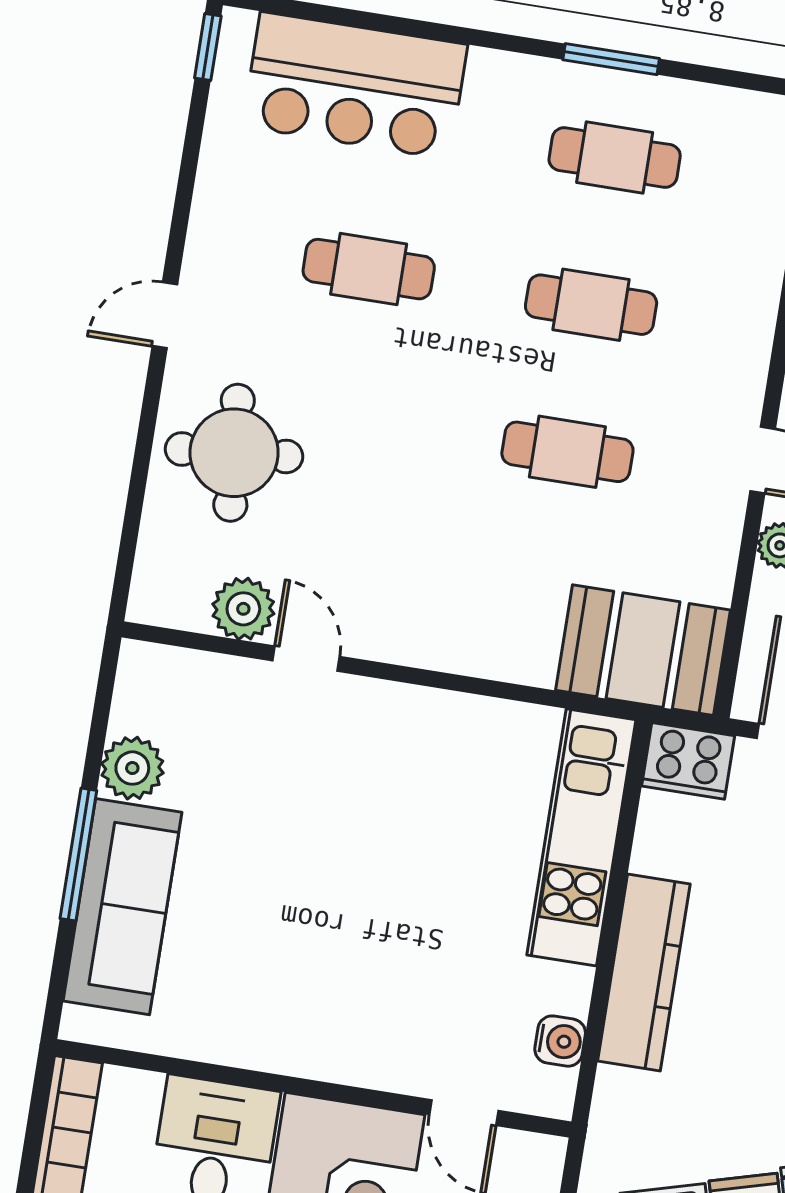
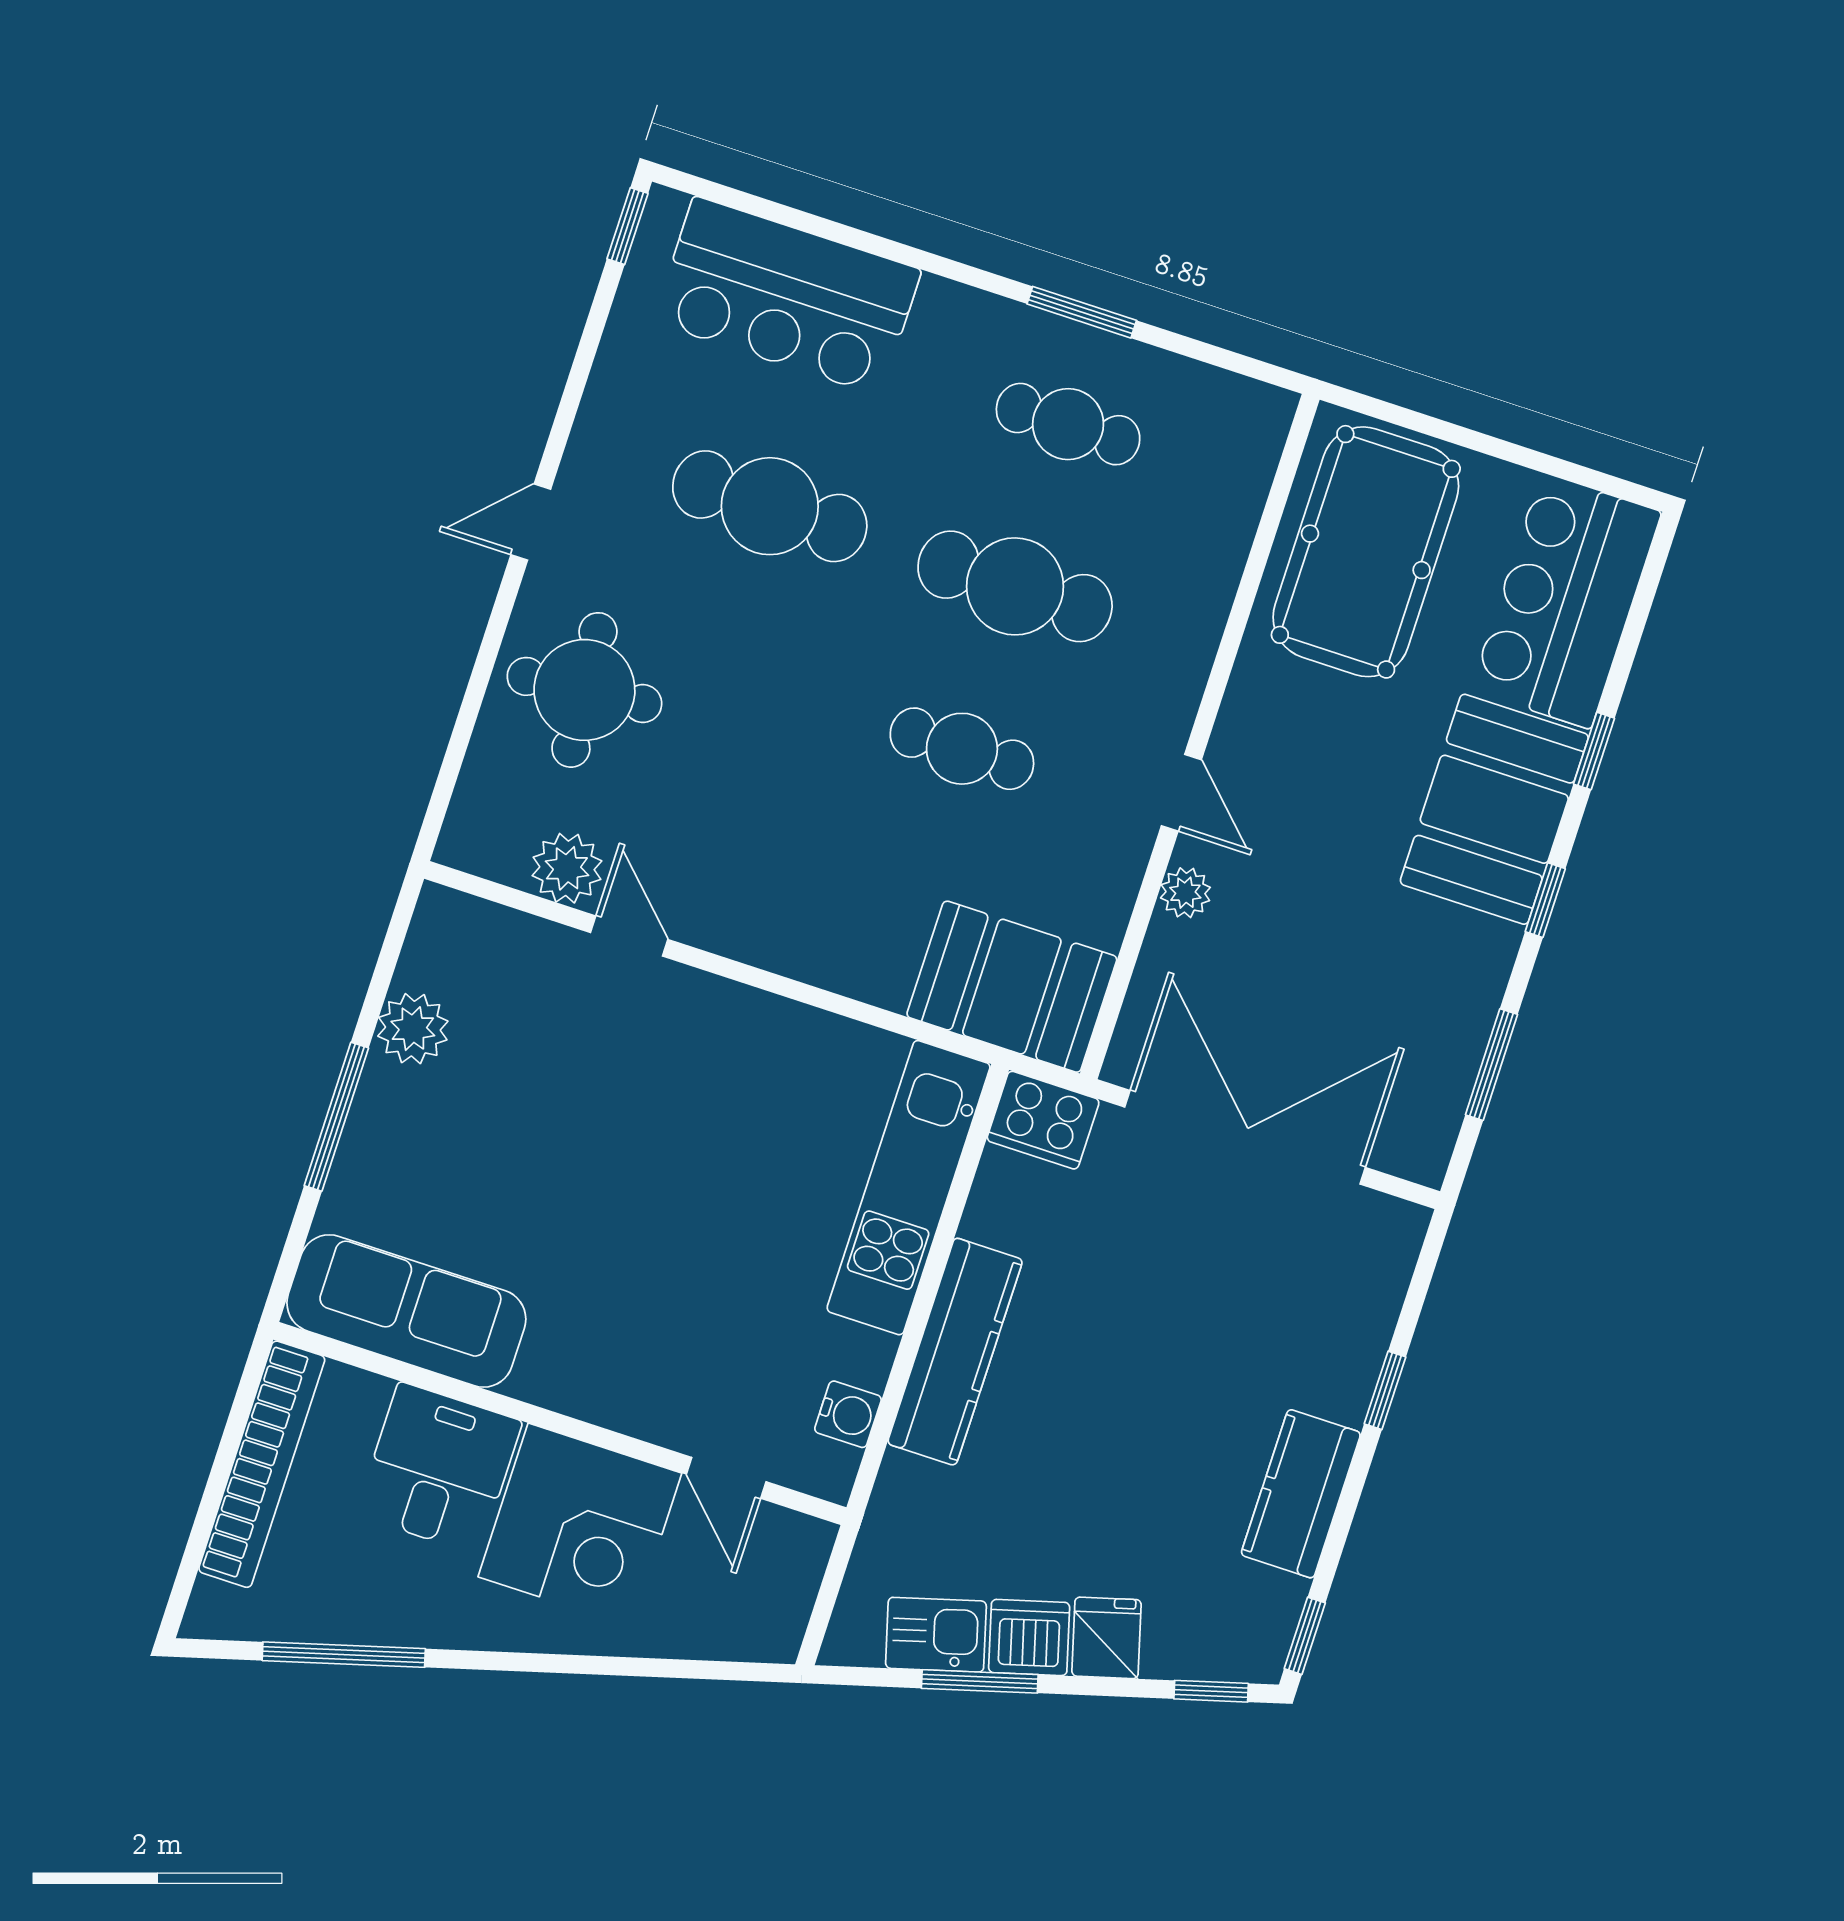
cafe table: (369, 269) -> (770, 506), width x1.37, depth x1.35
cafe table: (591, 305) -> (1015, 586), width x1.37, depth x1.35
sofa: (123, 907) -> (406, 1311), moved, turned -90

